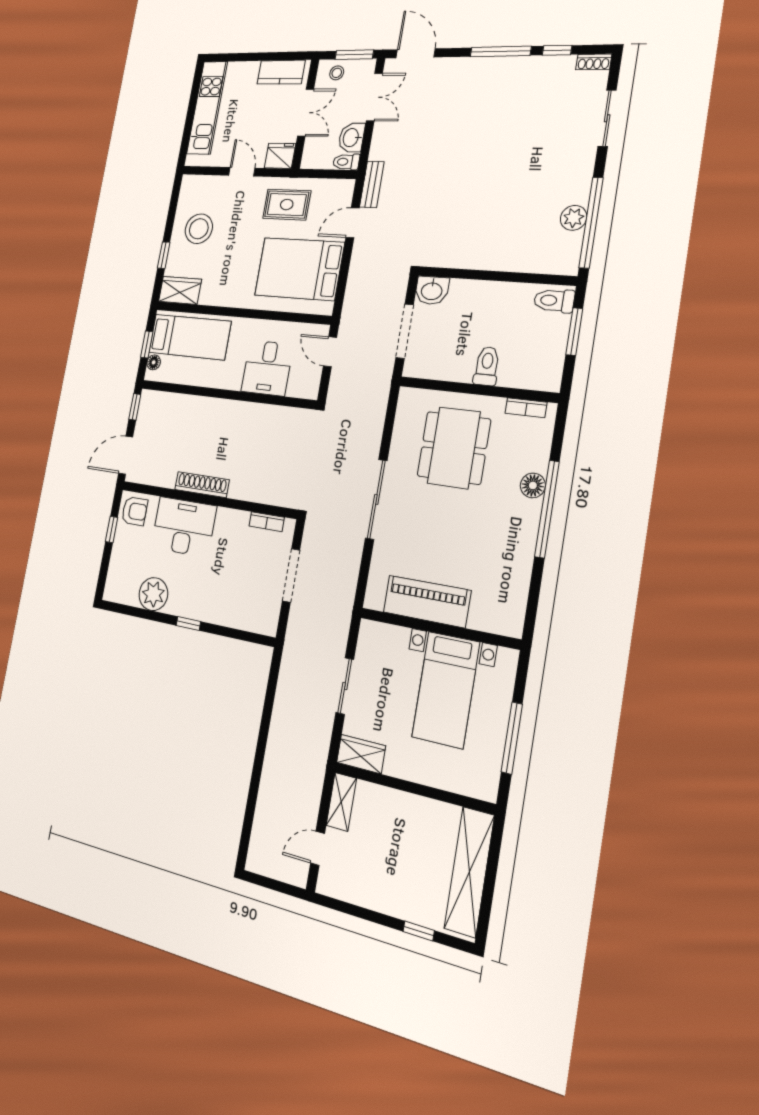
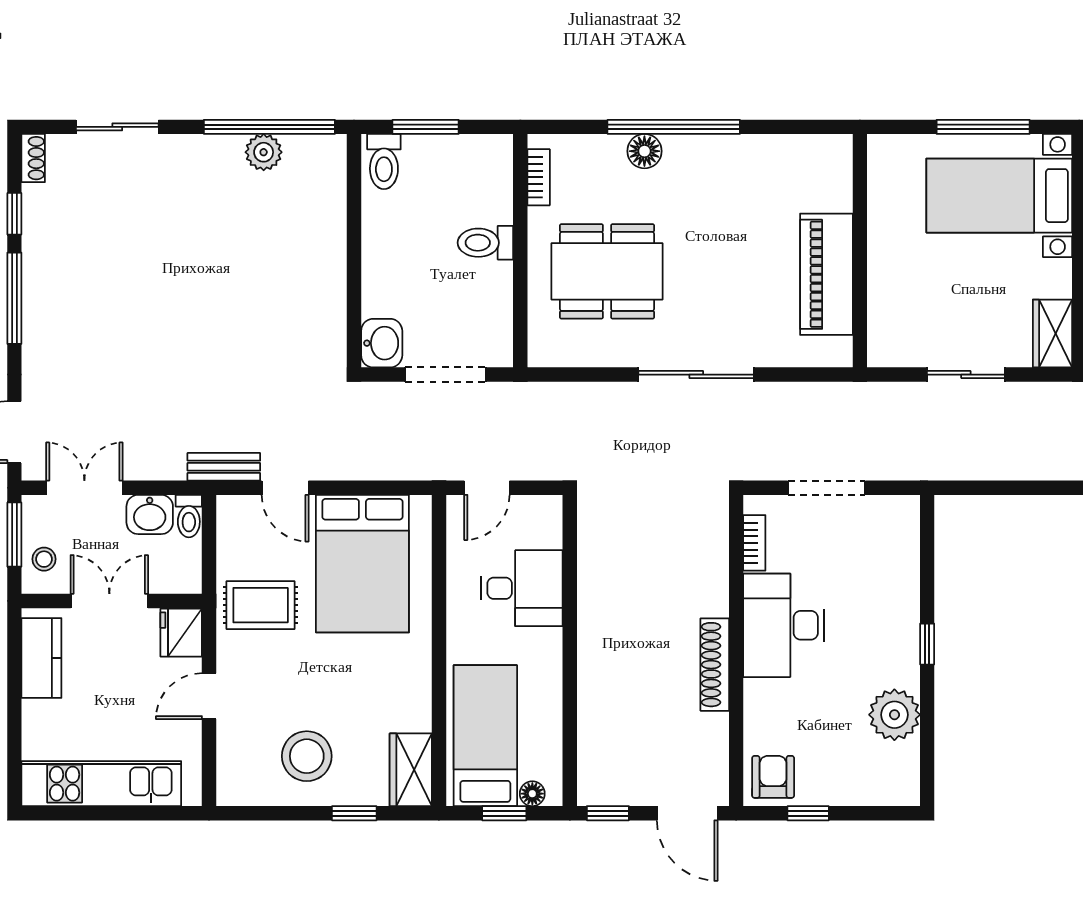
rug: (287, 205) -> (261, 605), turned 90
desk: (184, 527) -> (784, 625), moved
bed with nightstands: (446, 690) -> (999, 196), moved, turned 180

